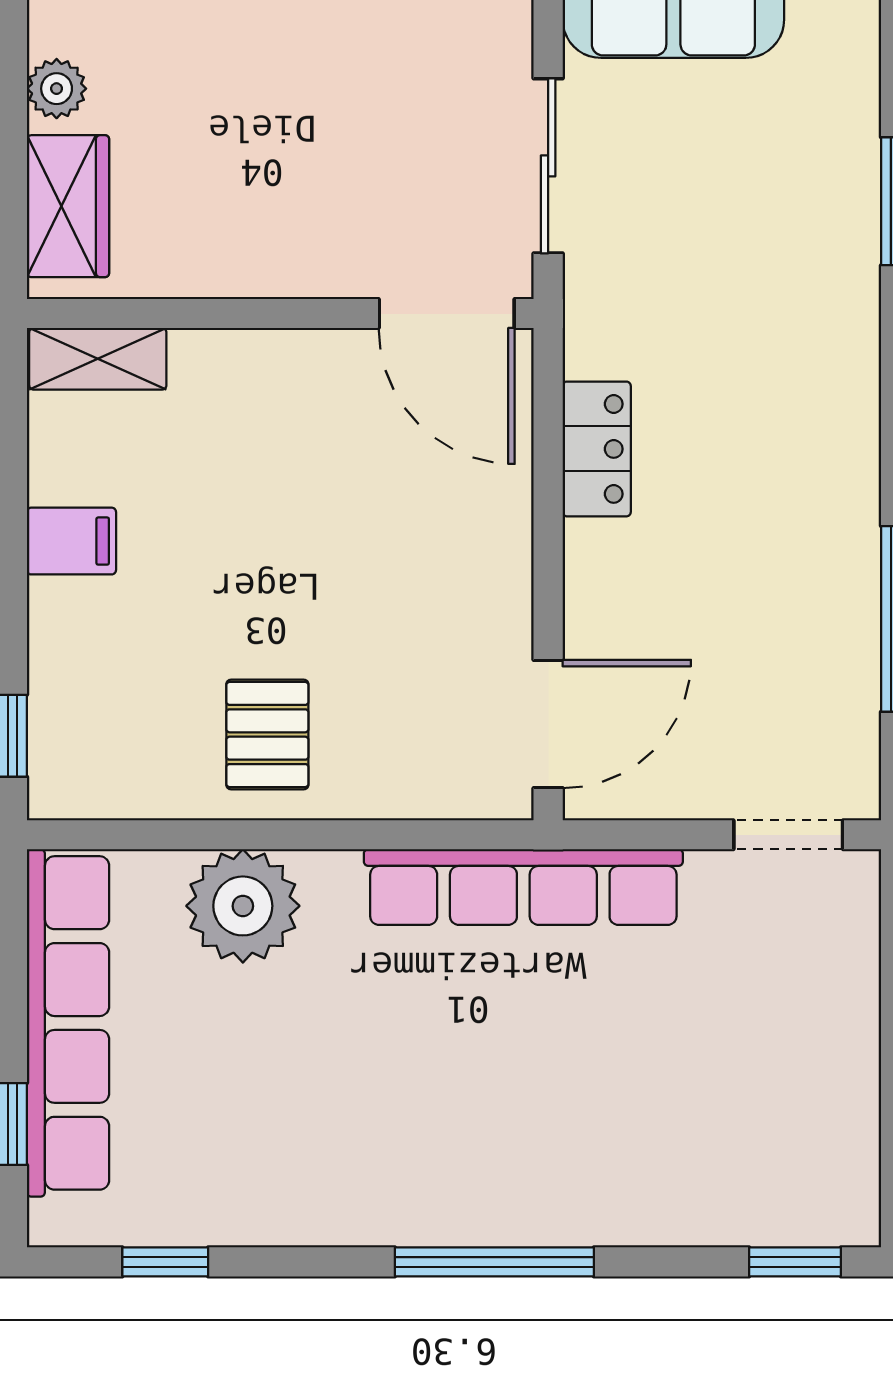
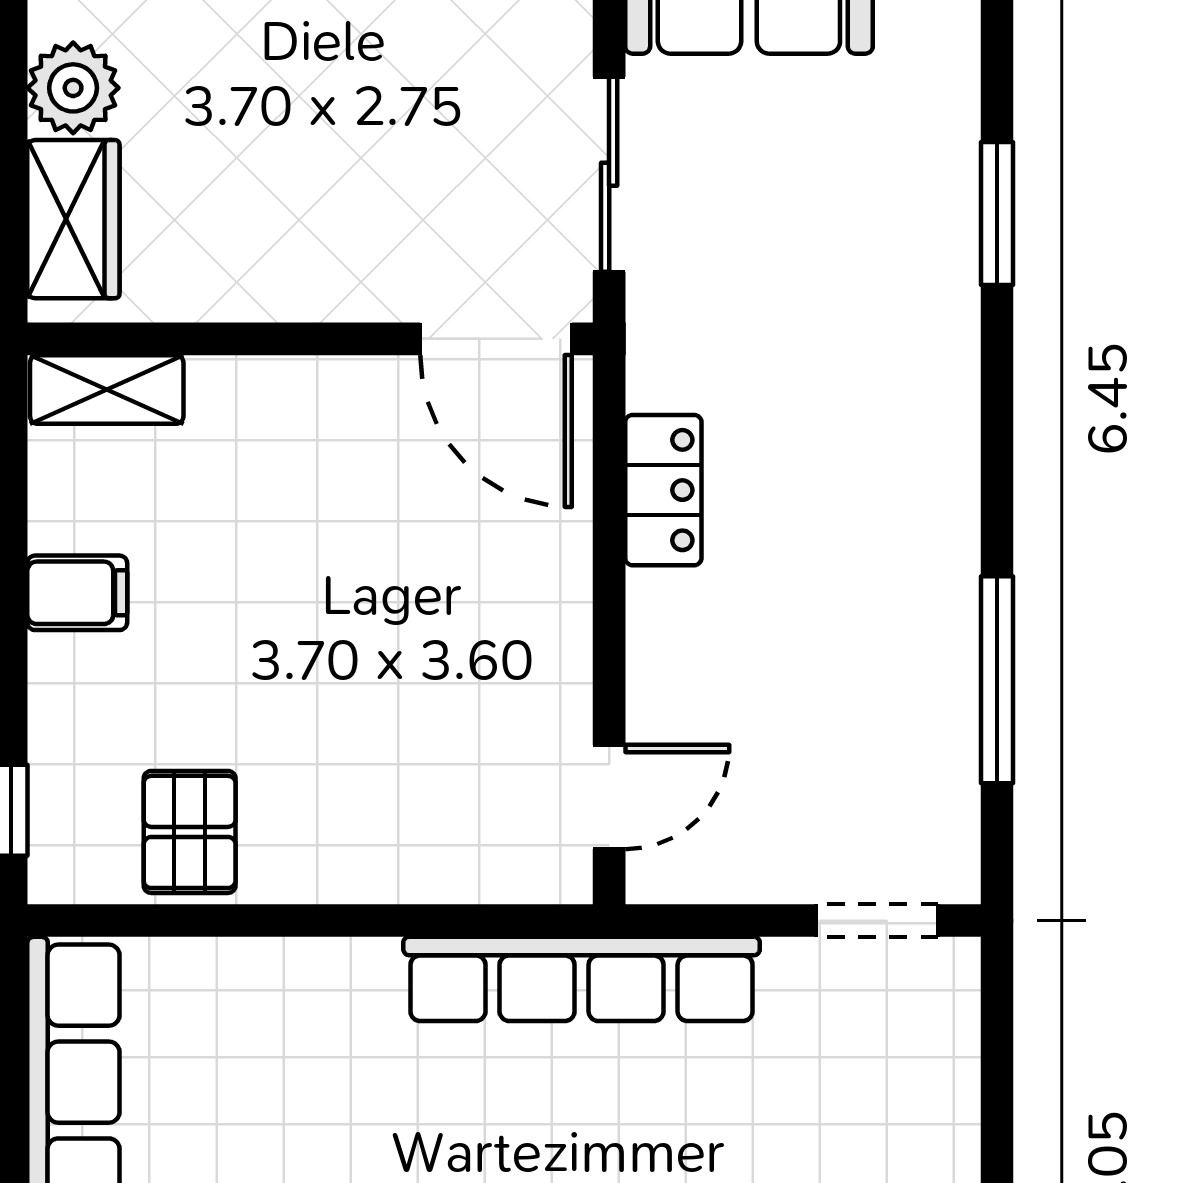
plant: (57, 89) -> (73, 88), width x1.38, depth x1.38
door: (548, 724) -> (609, 797), width x0.73
pallet: (267, 734) -> (190, 832), moved
plant: (243, 906) -> (269, 1000), removed

